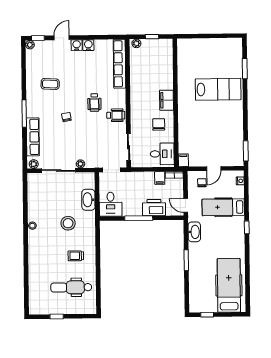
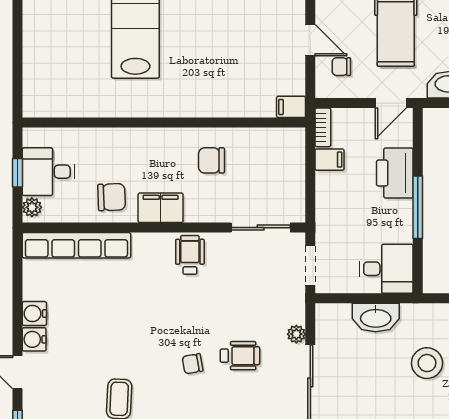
chair: (141, 79) -> (112, 197), added
filing cabinet: (167, 100) -> (161, 208), moved, turned 180
wheelchair: (94, 102) -> (240, 356), moved
desk: (162, 154) -> (48, 172), moved, turned -90

